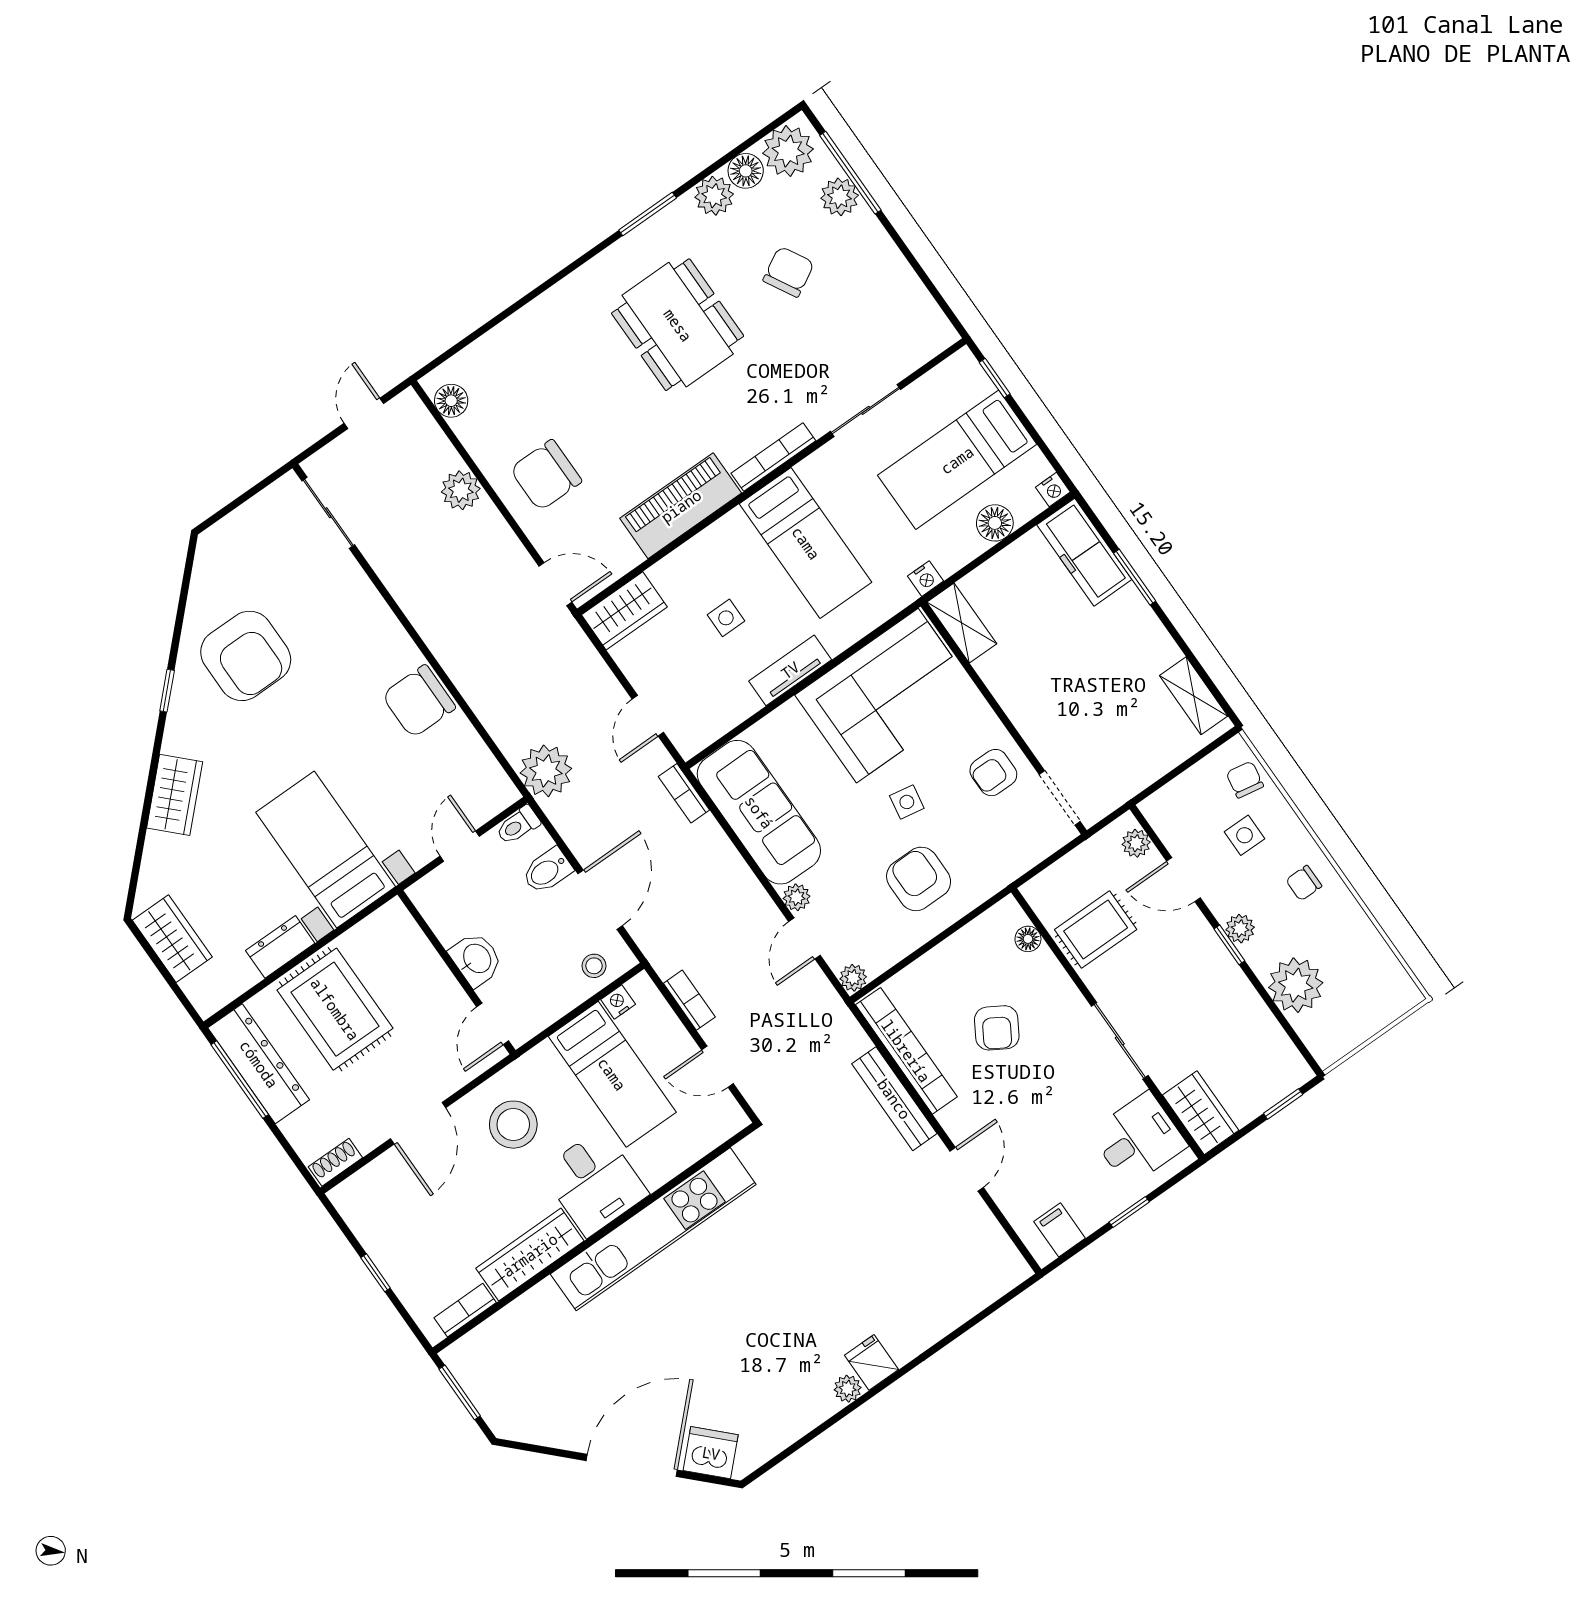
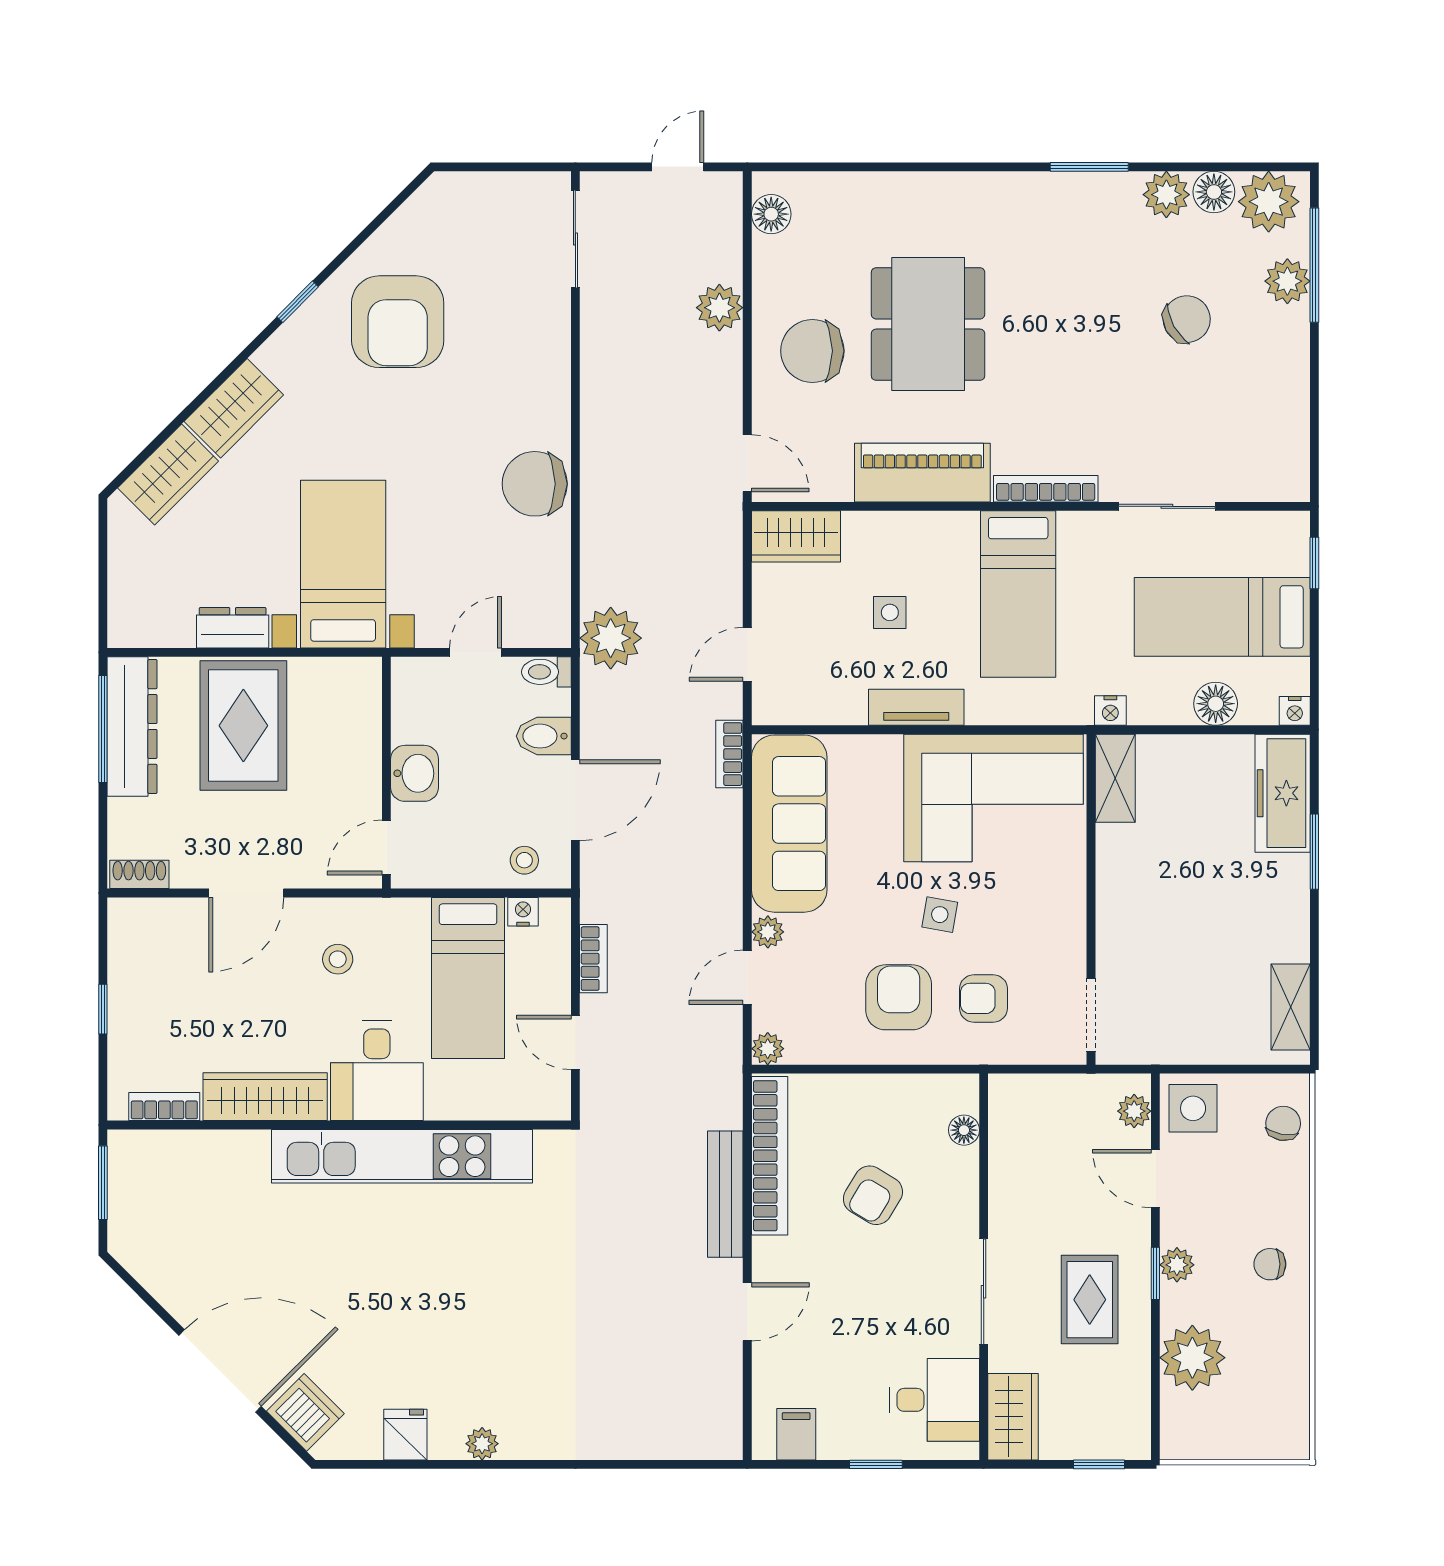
dining table: (678, 325) -> (928, 324), moved
armchair: (993, 773) -> (984, 998), moved
side table: (1245, 835) -> (1193, 1108), moved, width x1.37, depth x1.37
rug: (1096, 929) -> (1090, 1300), moved, turned 90
wardrobe: (172, 939) -> (168, 475), moved, turned 45
stool: (513, 1125) -> (338, 959), width x0.53, depth x0.53
fridge: (872, 1362) -> (405, 1435), moved

